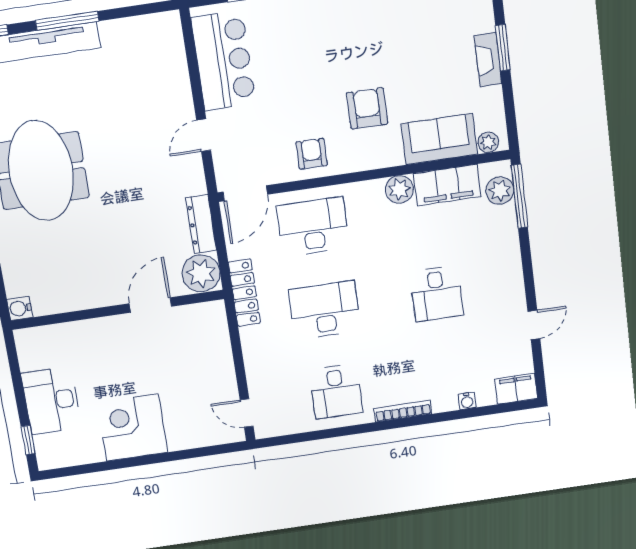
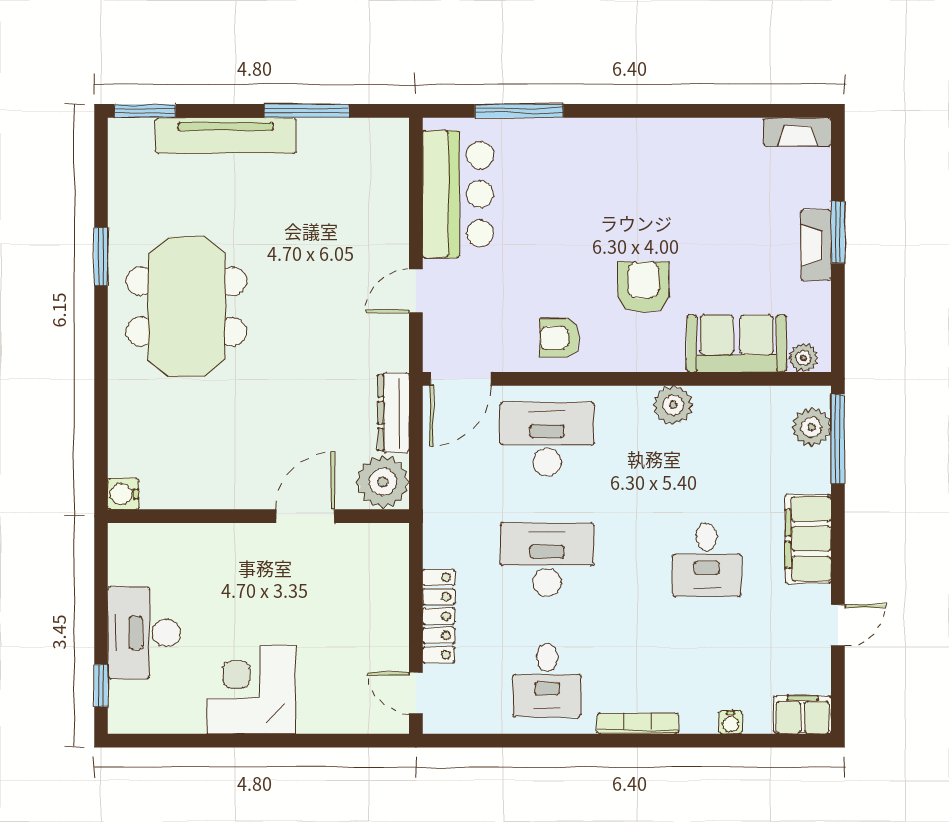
window: (67, 21) -> (307, 111), moved
armchair: (312, 154) -> (559, 338), turned -90
filing cabinet: (447, 185) -> (808, 539), moved, turned 90
locker: (244, 293) -> (439, 616), moved

